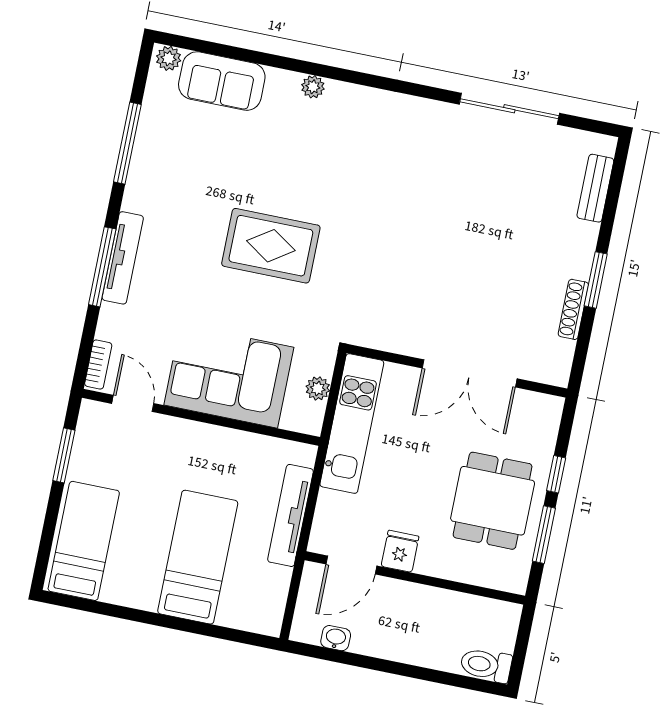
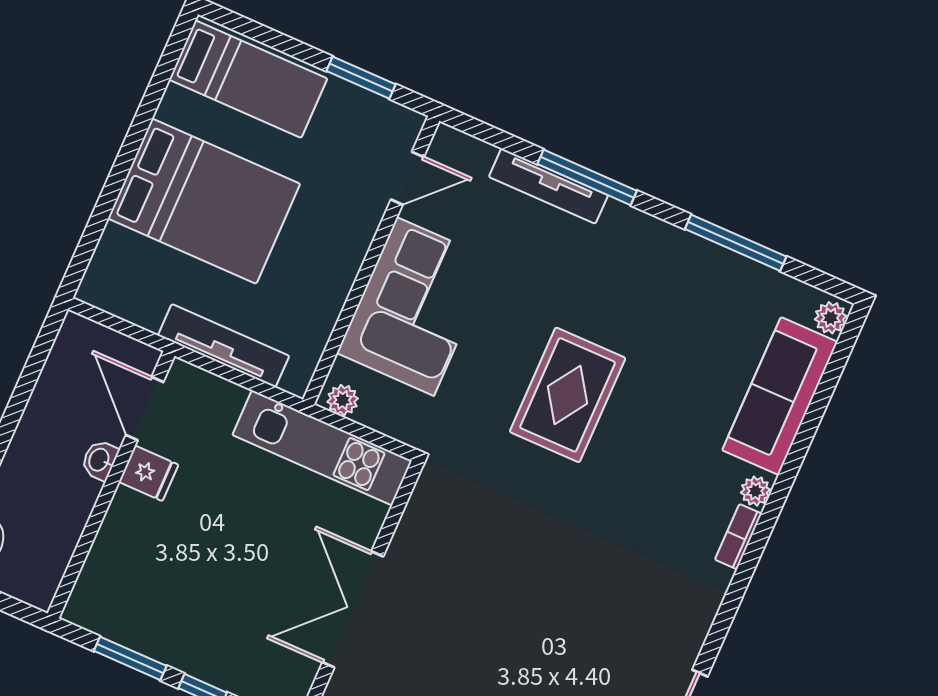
sofa: (222, 81) -> (780, 396), width x1.36
tv unit: (123, 258) -> (548, 186), moved
bookcase: (98, 364) -> (738, 537), moved, turned 90
plant: (318, 388) -> (343, 400), moved
dining table: (493, 501) -> (187, 603), removed
bed: (198, 557) -> (204, 201), width x1.50
washbasin: (336, 638) -> (100, 460), moved, turned 180

